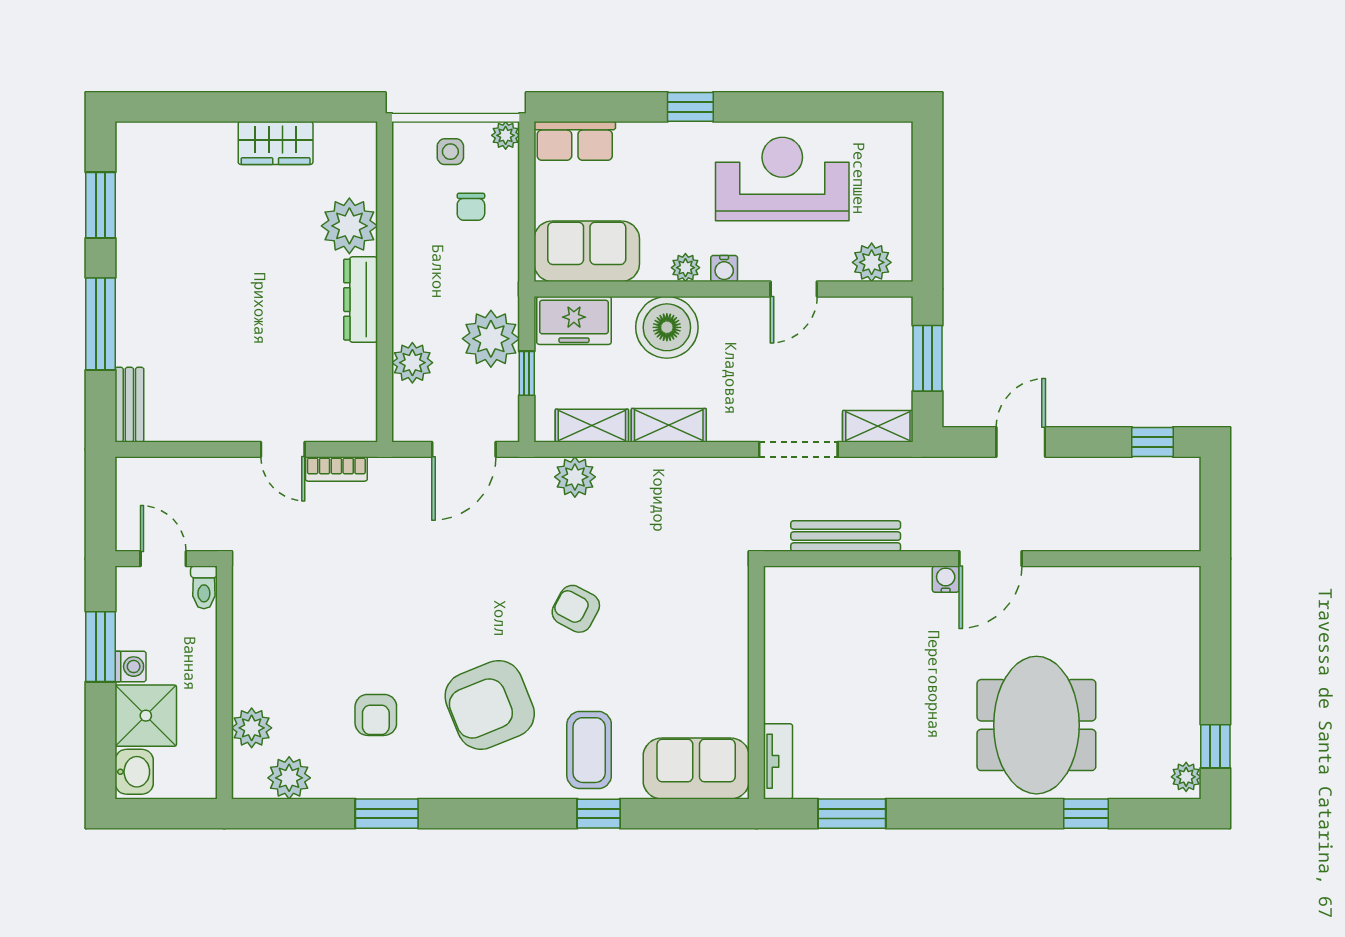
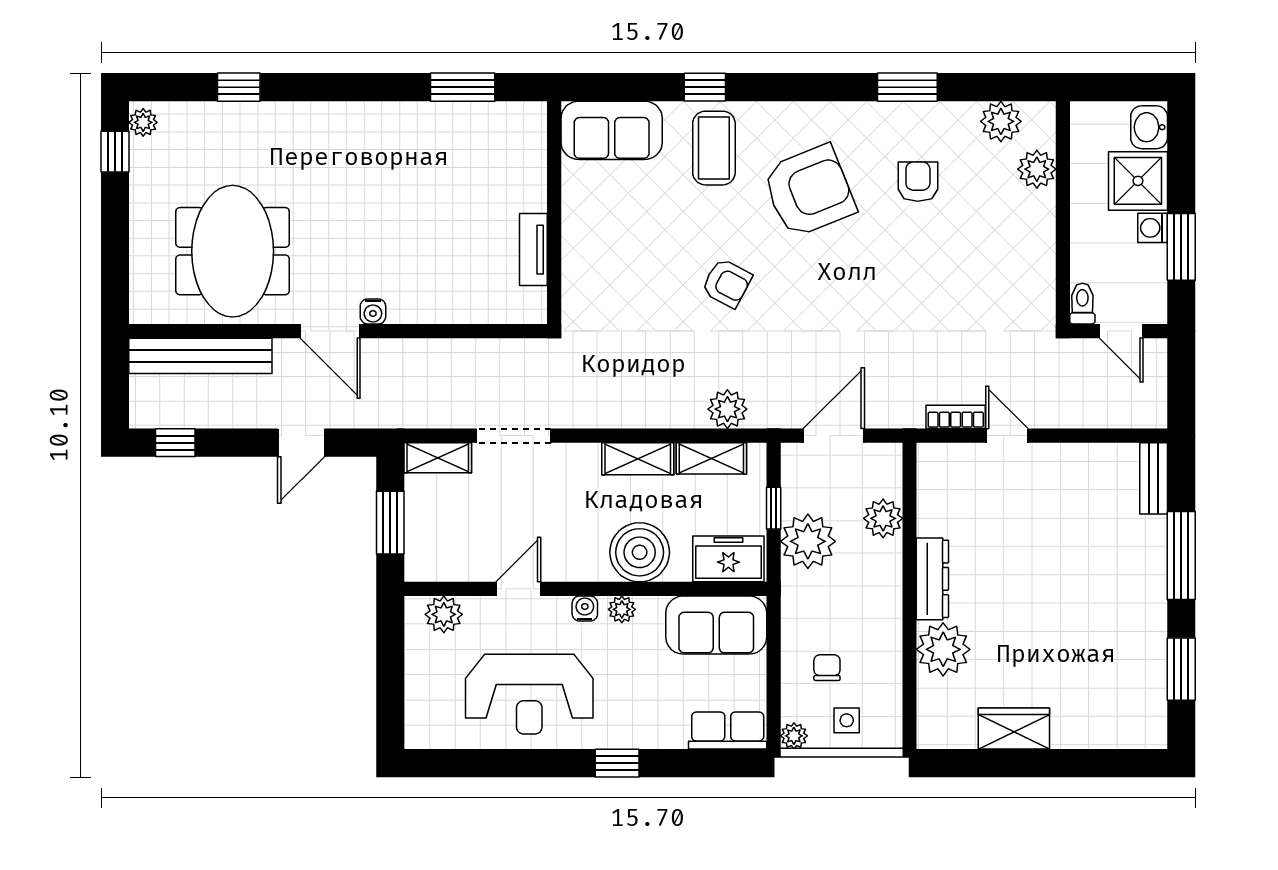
bench: (846, 536) -> (200, 356), moved, width x1.37, depth x1.21
door: (990, 559) -> (330, 331), swing flipped
meeting table: (1036, 725) -> (233, 251), moved
tv unit: (778, 761) -> (533, 250), moved

